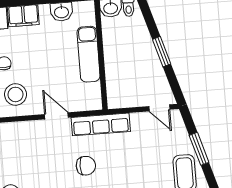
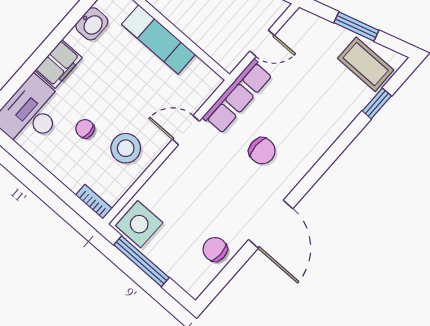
door: (159, 108) -> (262, 43), moved
chair: (86, 166) -> (262, 151), turned 90

